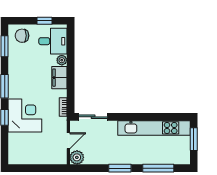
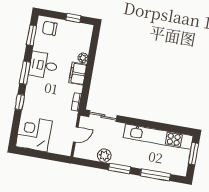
desk: (53, 41) -> (43, 65), moved, turned 180
corner desk: (25, 116) -> (34, 134), moved, turned -90
plant: (77, 157) -> (104, 156), moved

